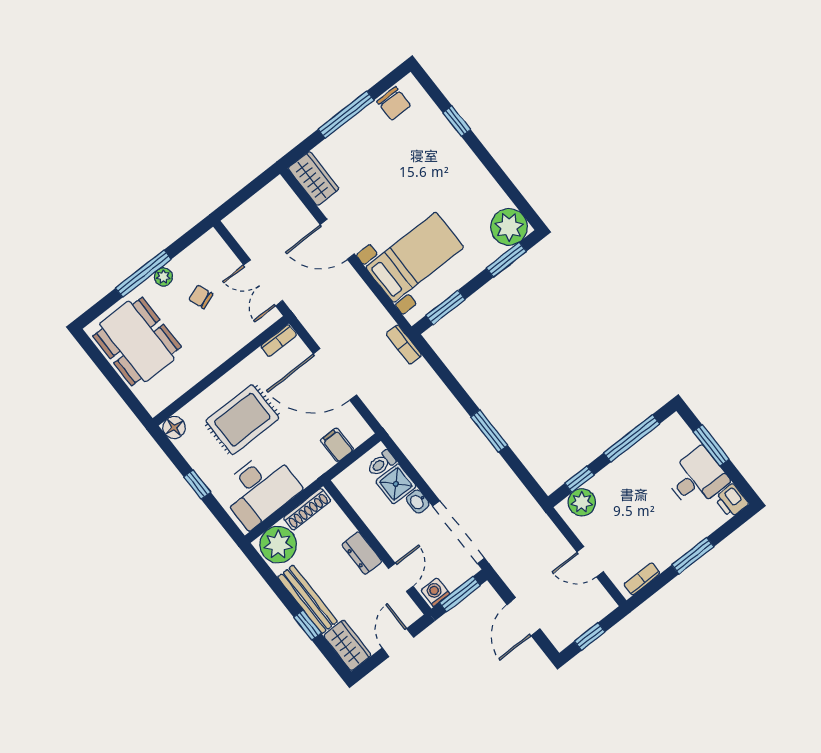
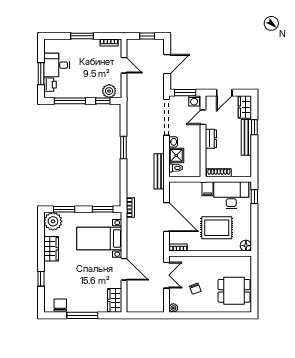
wardrobe: (478, 181) -> (51, 249), added
window: (143, 274) -> (211, 315), removed
plant: (163, 277) -> (173, 308), moved
dining table: (137, 341) -> (234, 291), width x0.73
bench: (403, 437) -> (159, 171), added
filing cabinet: (337, 445) -> (208, 189), moved
window: (197, 485) -> (254, 197), moved
printer: (731, 501) -> (50, 85), moved
plant: (278, 545) -> (241, 168), removed

